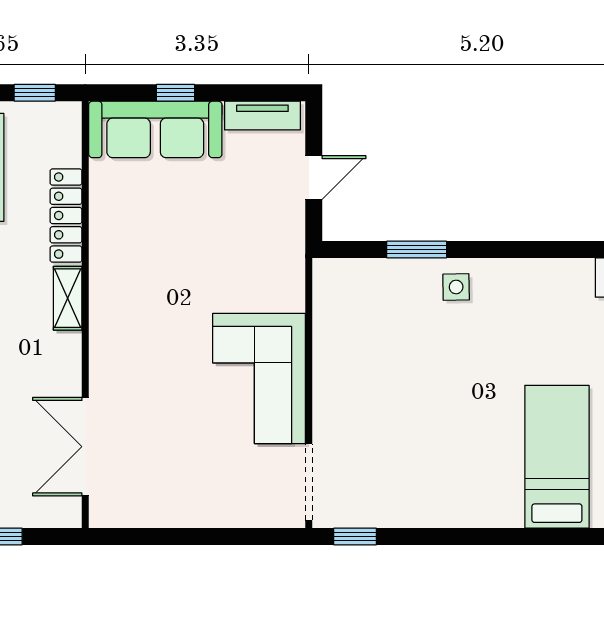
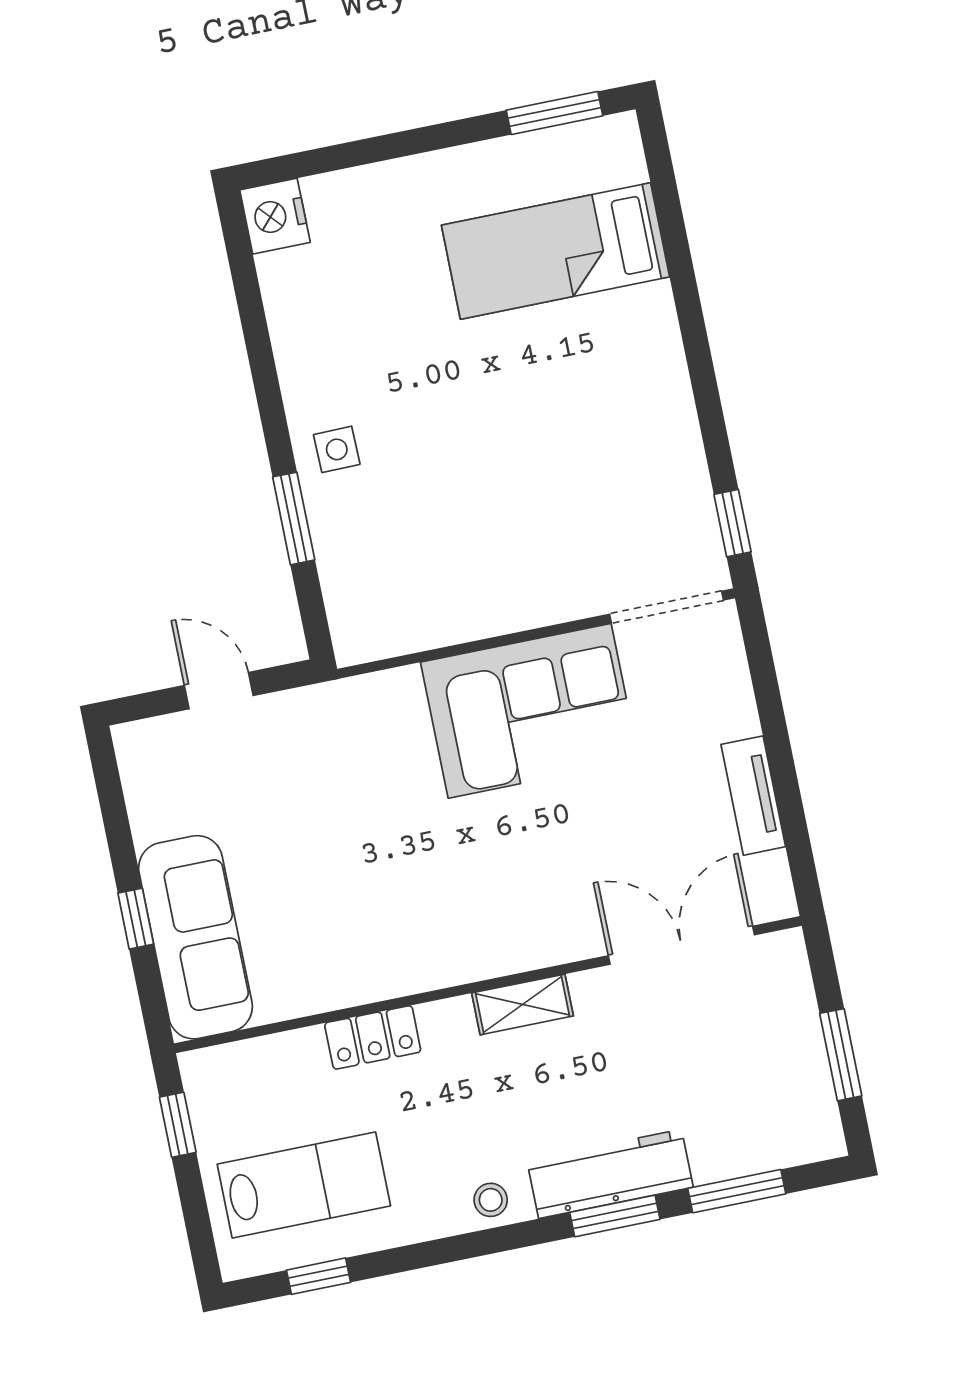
tv unit: (262, 116) -> (753, 796), moved, turned 180
locker: (66, 216) -> (373, 1037), width x0.66
shelving: (68, 298) -> (523, 1004), moved
double door: (85, 447) -> (681, 945), swing flipped

